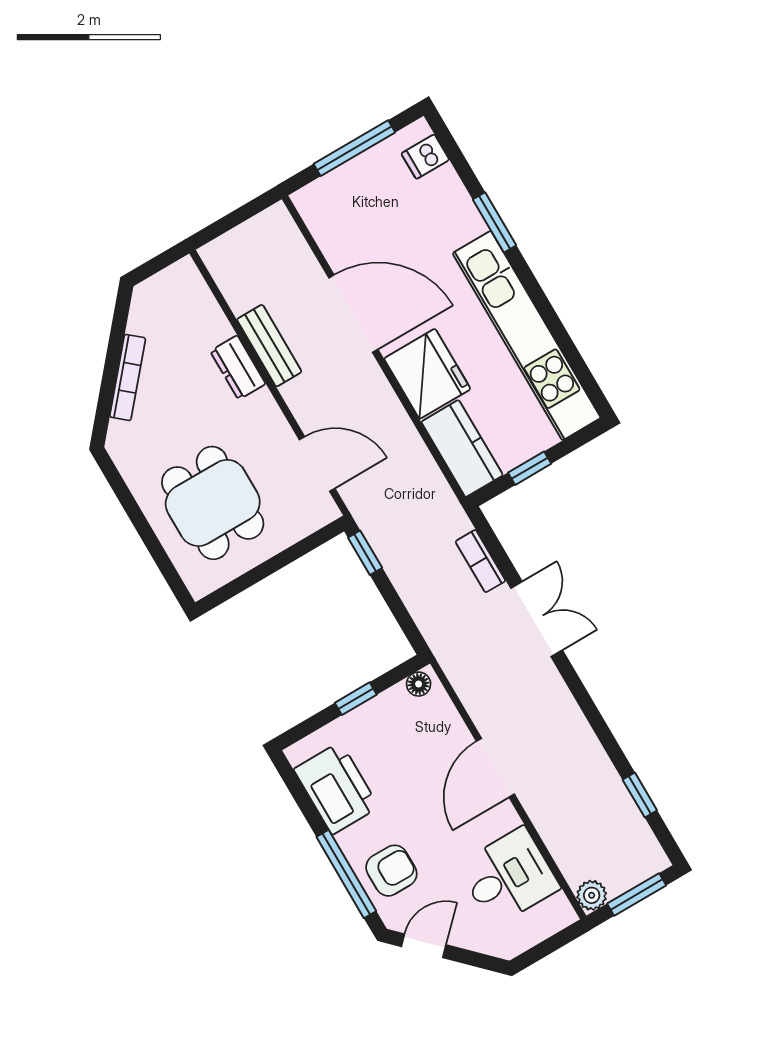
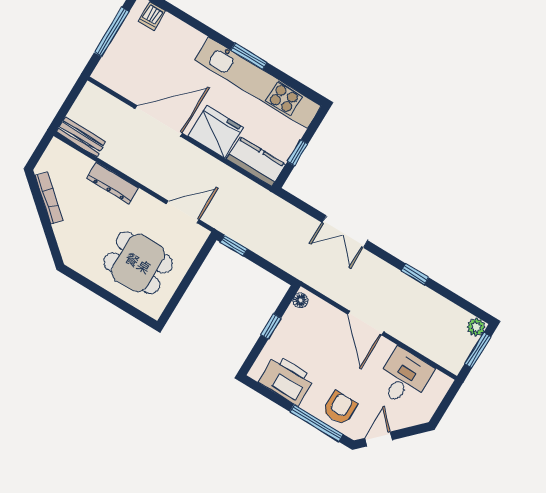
window: (494, 222) -> (249, 56), moved
bench: (269, 346) -> (81, 137), moved
dresser: (238, 367) -> (112, 183), width x1.44
bookcase: (128, 377) -> (49, 198), moved
bookcase: (480, 561) -> (298, 217), removed
double door: (537, 619) -> (345, 232), swing flipped
window: (640, 795) -> (415, 274), moved
plant: (592, 895) -> (476, 327), moved

